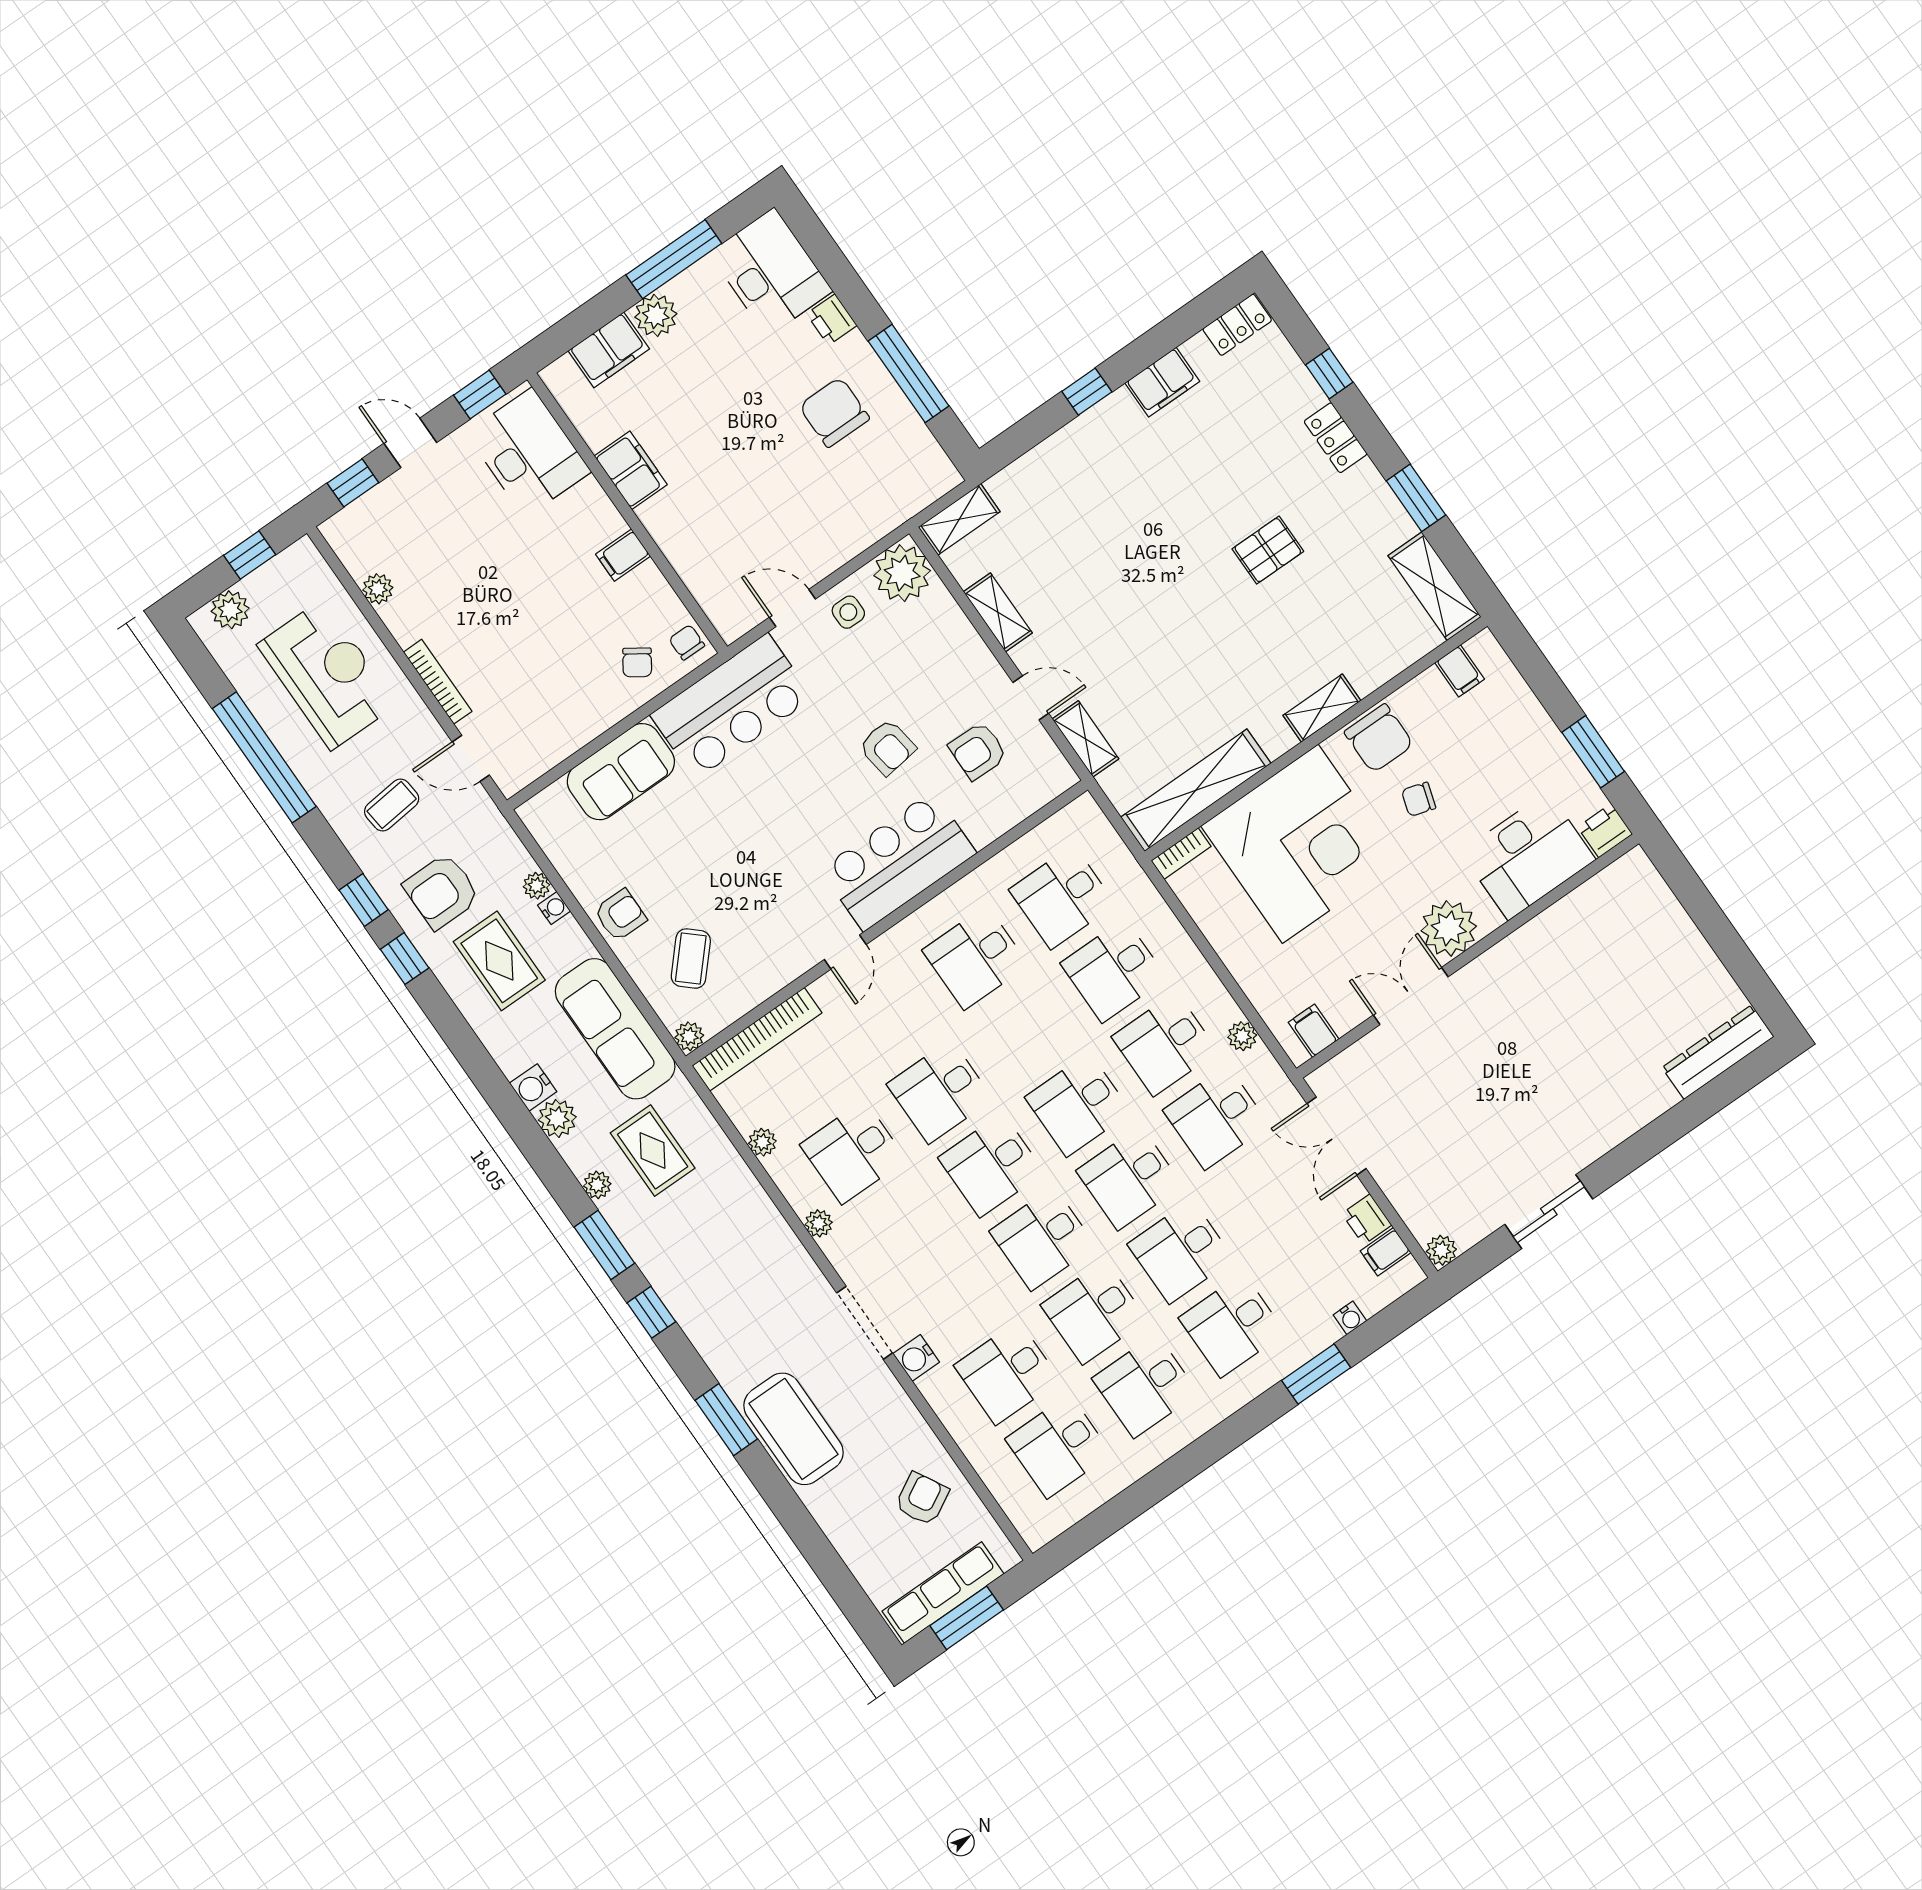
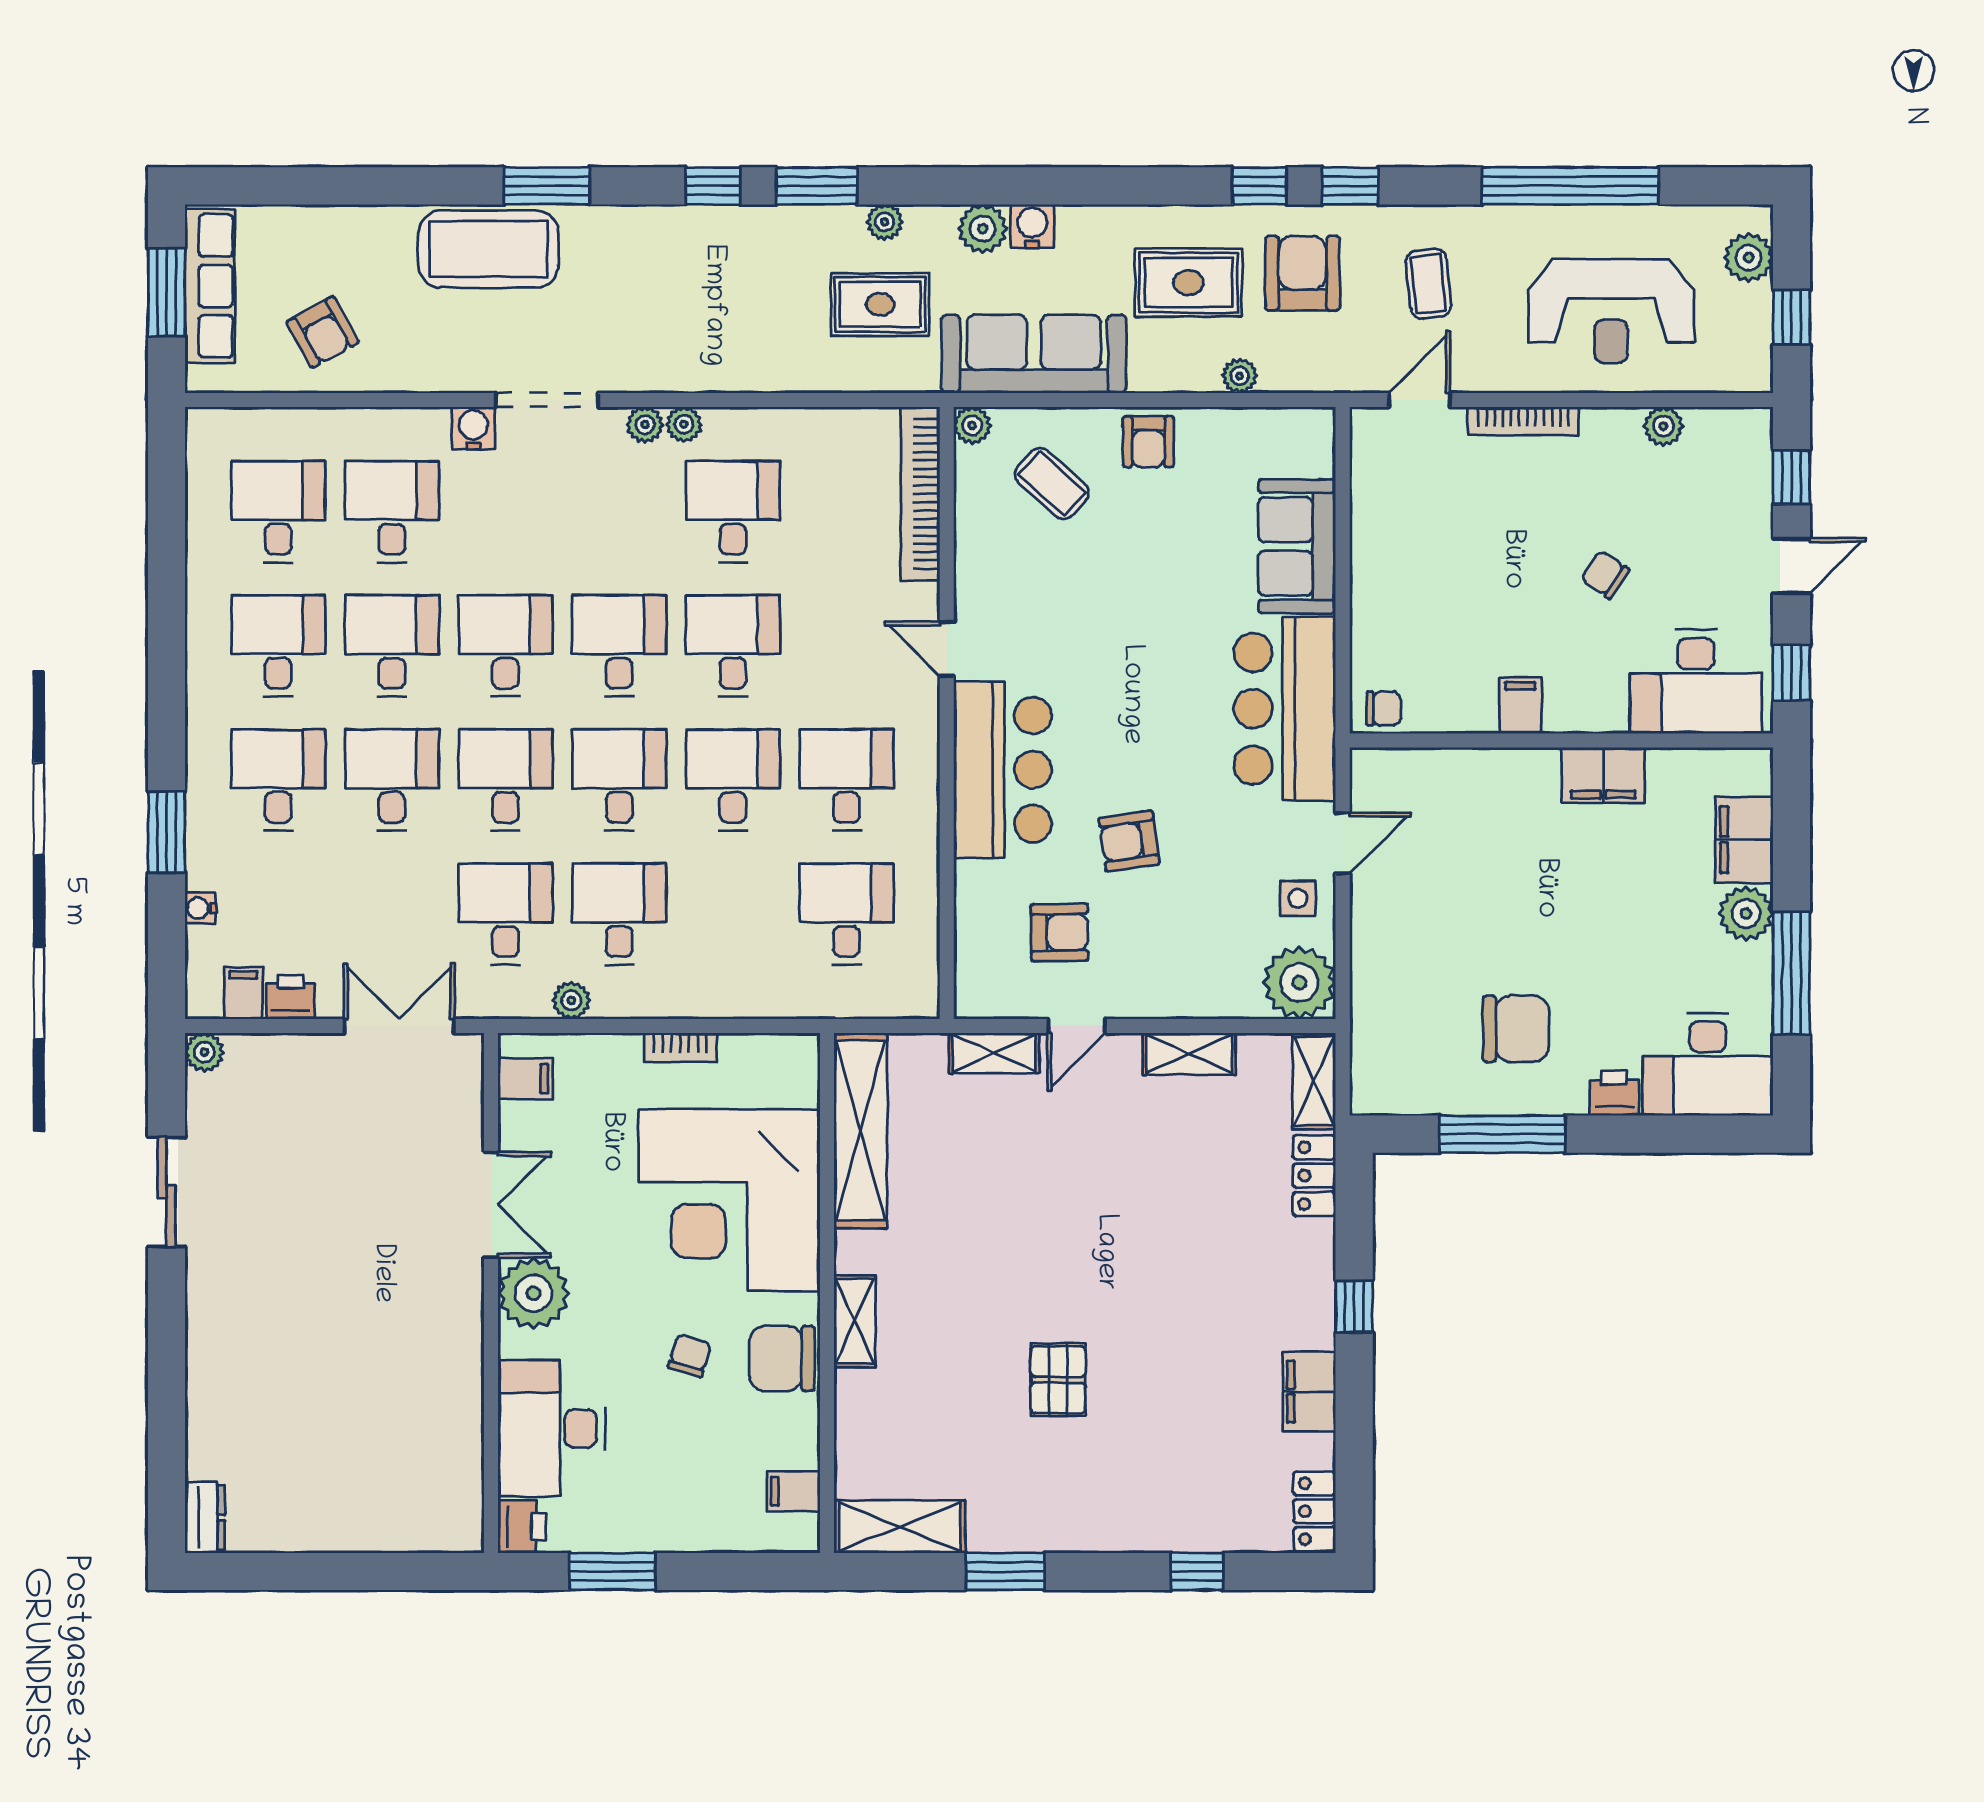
locker: (1336, 438) -> (1314, 1176), moved, turned -90
chair: (637, 662) -> (1605, 575), moved
armchair: (978, 751) -> (1059, 932), turned 88
bookcase: (1181, 854) -> (680, 1047), moved, turned -90
water cooler: (554, 908) -> (1204, 378), removed
desk: (1113, 971) -> (733, 780), moved
dresser: (1718, 1052) -> (205, 1518), width x0.51, depth x0.80
plant: (762, 1142) -> (645, 425), moved

